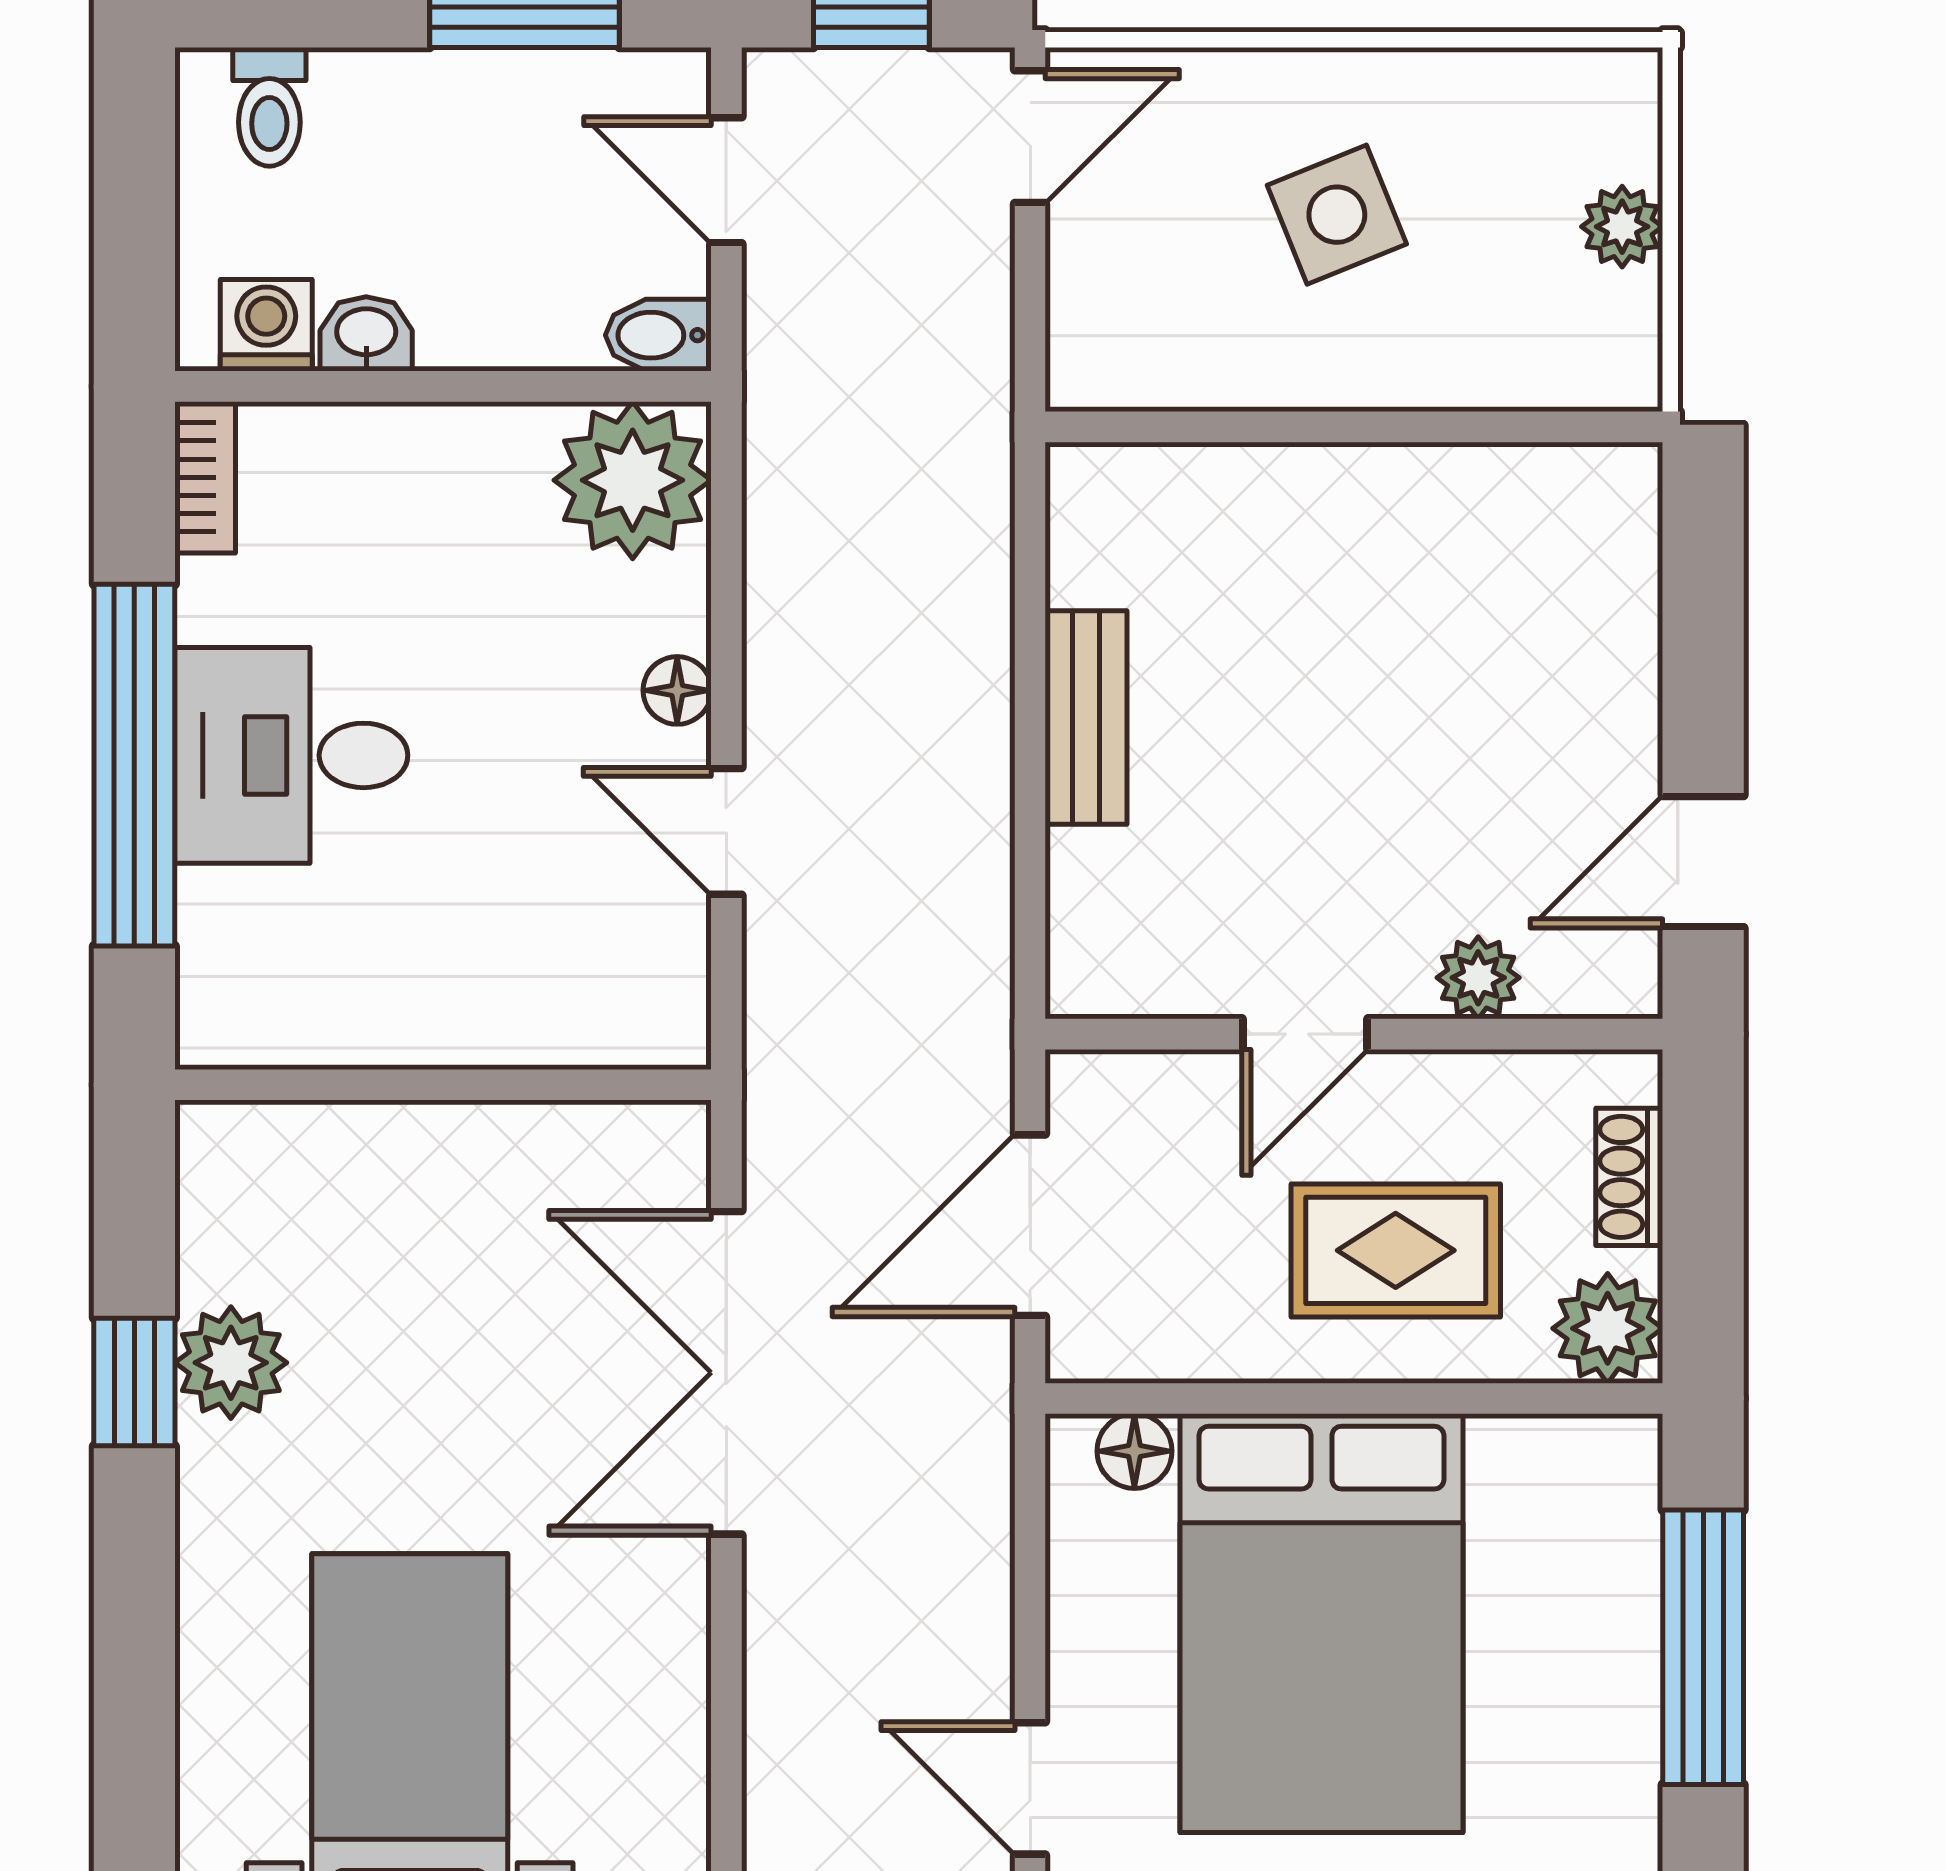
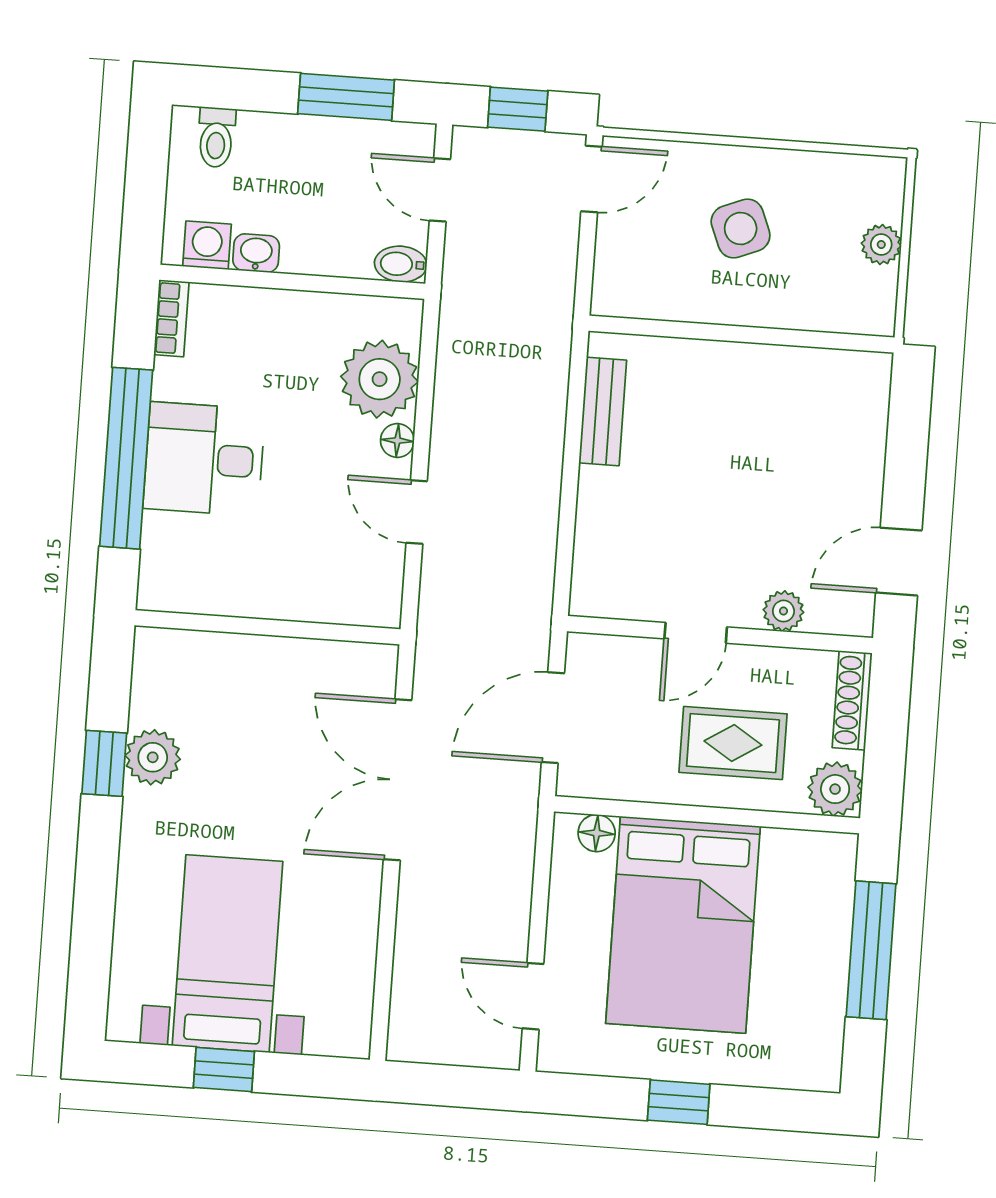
plant: (633, 480) -> (380, 379), moved
bench: (1086, 718) -> (603, 412), moved
shoe rack: (1629, 1177) -> (852, 700), width x1.43

